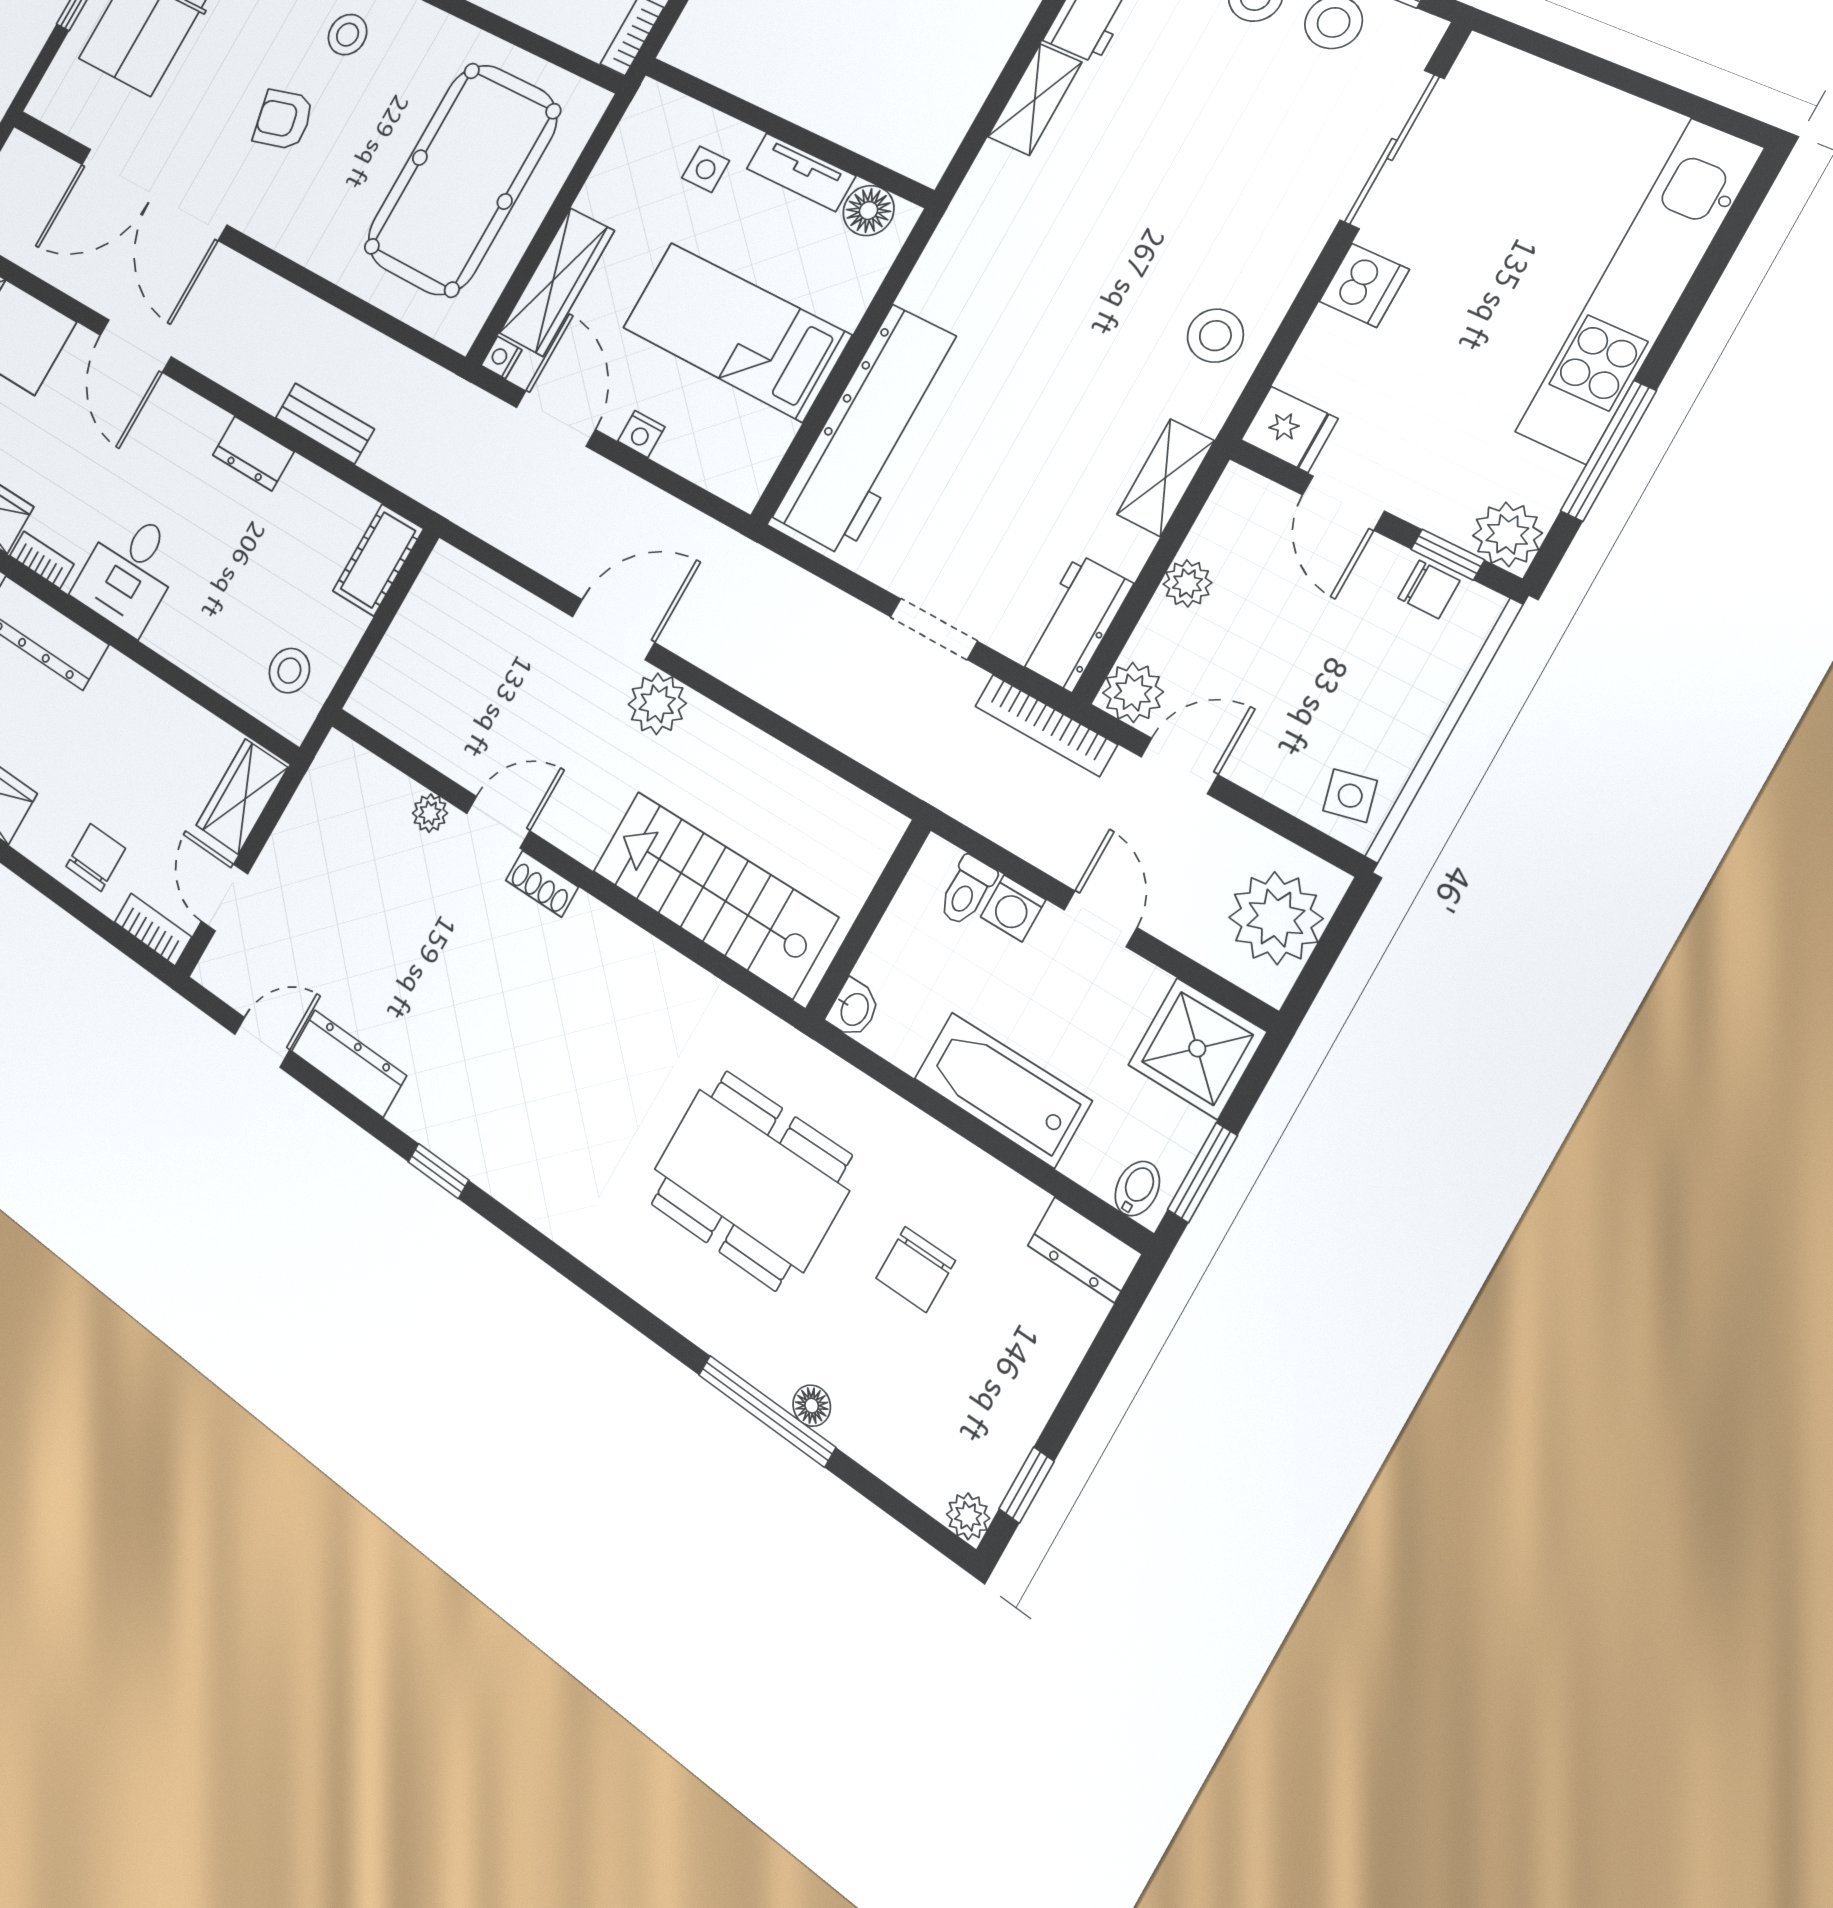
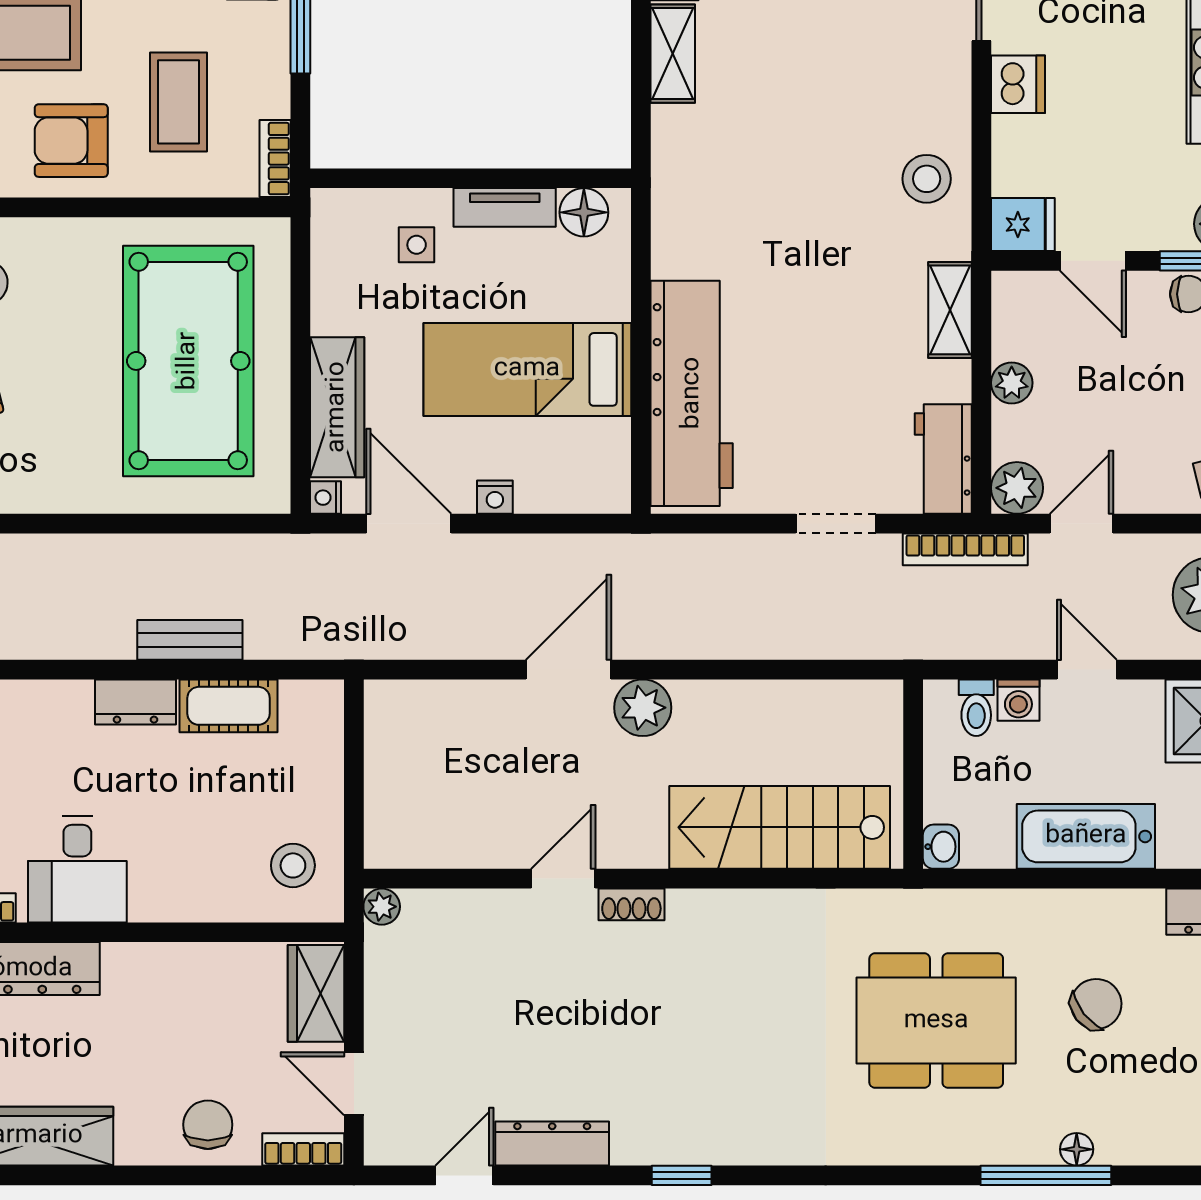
cot: (378, 560) -> (229, 706), moved, turned 90
plant: (430, 813) -> (382, 907), moved
chair: (916, 1269) -> (1096, 1004), turned -128

